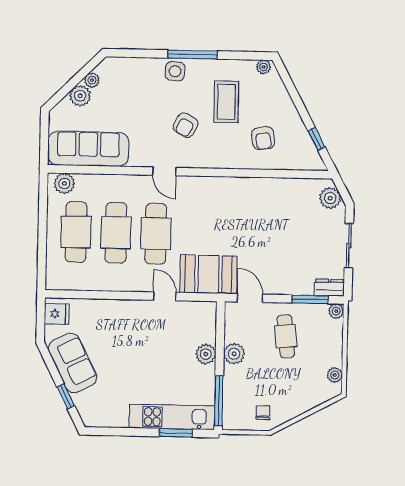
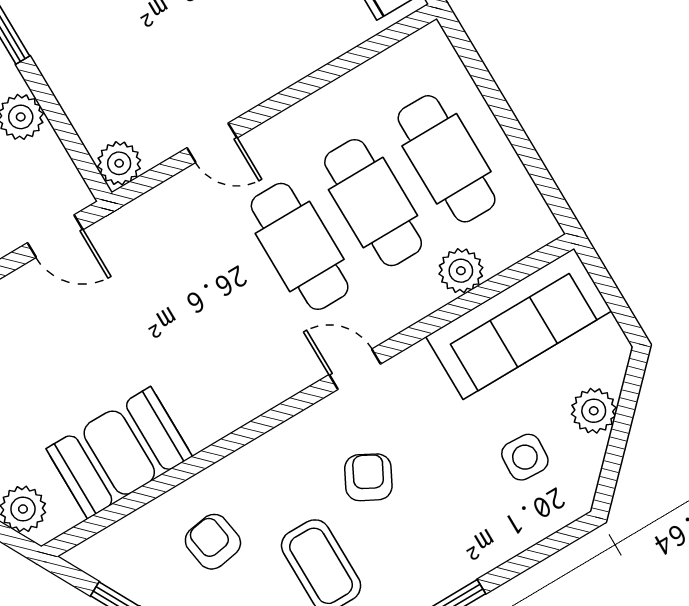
side table: (175, 71) -> (525, 457), moved
plant: (92, 80) -> (590, 453), removed
plant: (64, 183) -> (461, 271), moved
booth: (208, 274) -> (119, 453), moved
plant: (206, 354) -> (119, 163), moved

